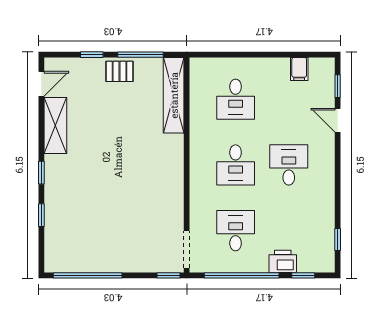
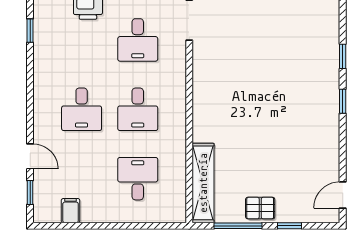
shelving: (55, 126) -> (328, 151), removed
desk: (236, 165) -> (138, 109), turned 180

